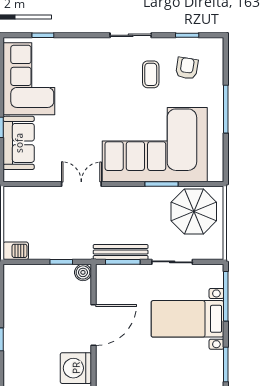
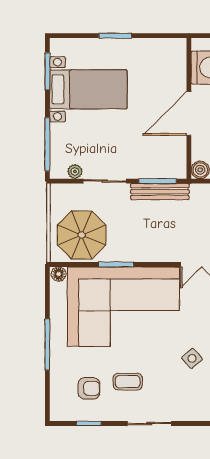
armchair: (187, 68) -> (89, 388), turned -99
coffee table: (151, 74) -> (128, 382), turned 90
side table: (91, 96) -> (192, 358), added
floor lamp: (215, 175) -> (59, 274), added
plant: (200, 271) -> (75, 171), added
bed with nightstands: (187, 319) -> (88, 89), moved

